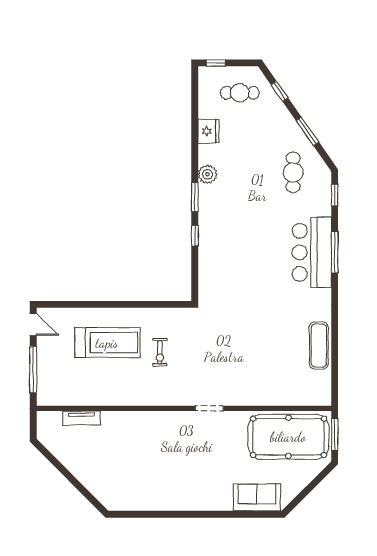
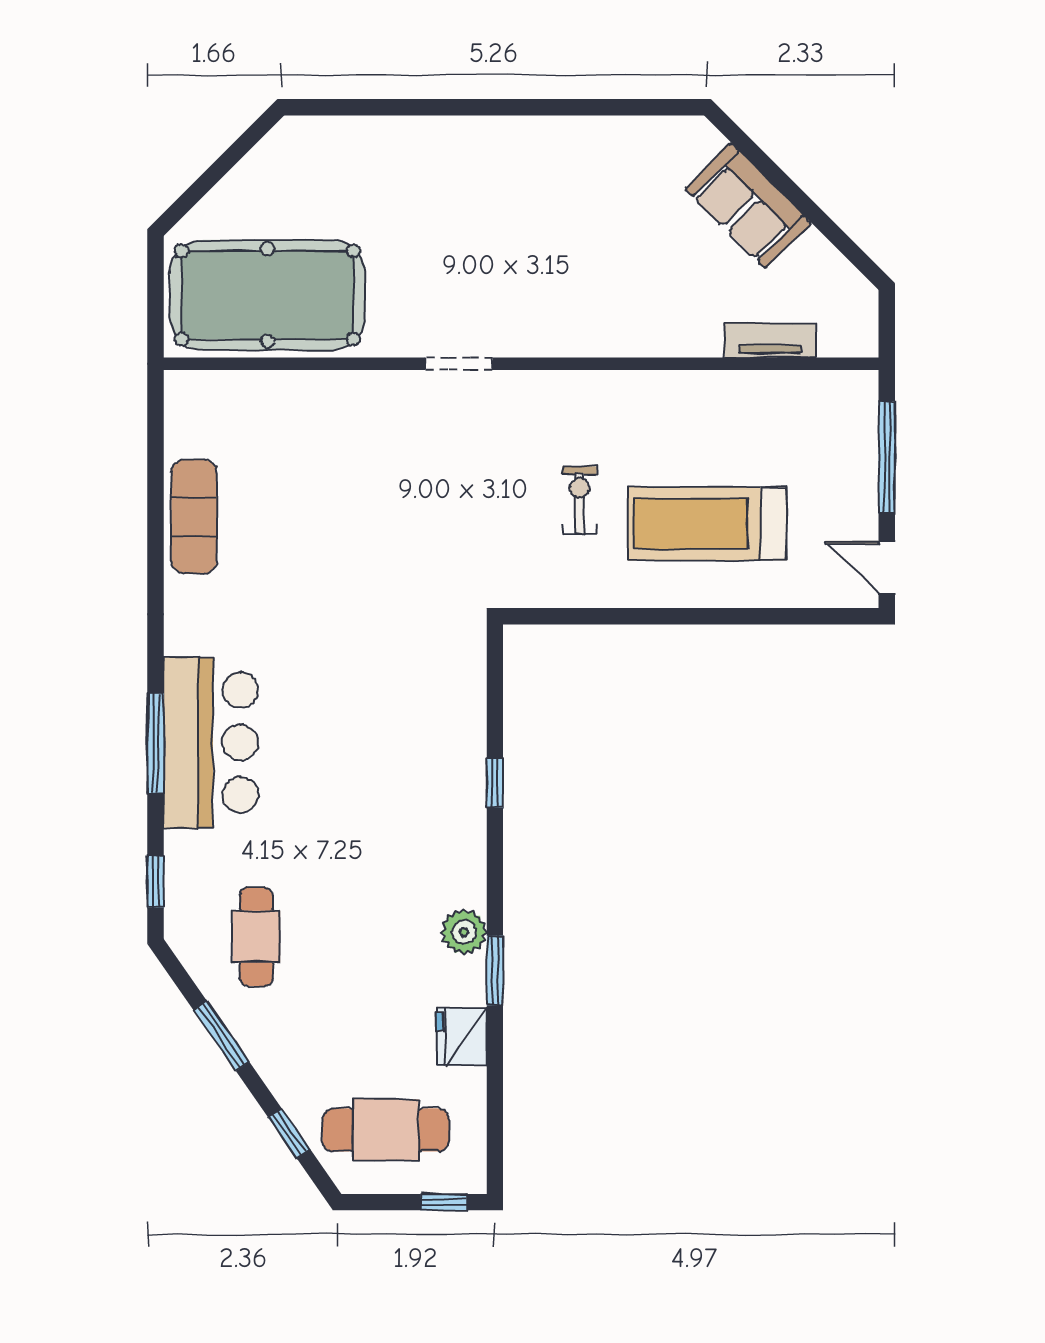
cafe table: (240, 93) -> (386, 1130), width x1.37, depth x1.35
window: (195, 197) -> (495, 970), moved
window: (335, 434) -> (155, 301), removed
sofa: (257, 497) -> (748, 206), moved, turned 45

